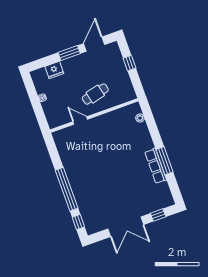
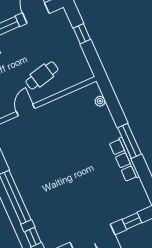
door: (80, 120) -> (26, 110), hinge flipped
window: (164, 161) -> (130, 141), moved

